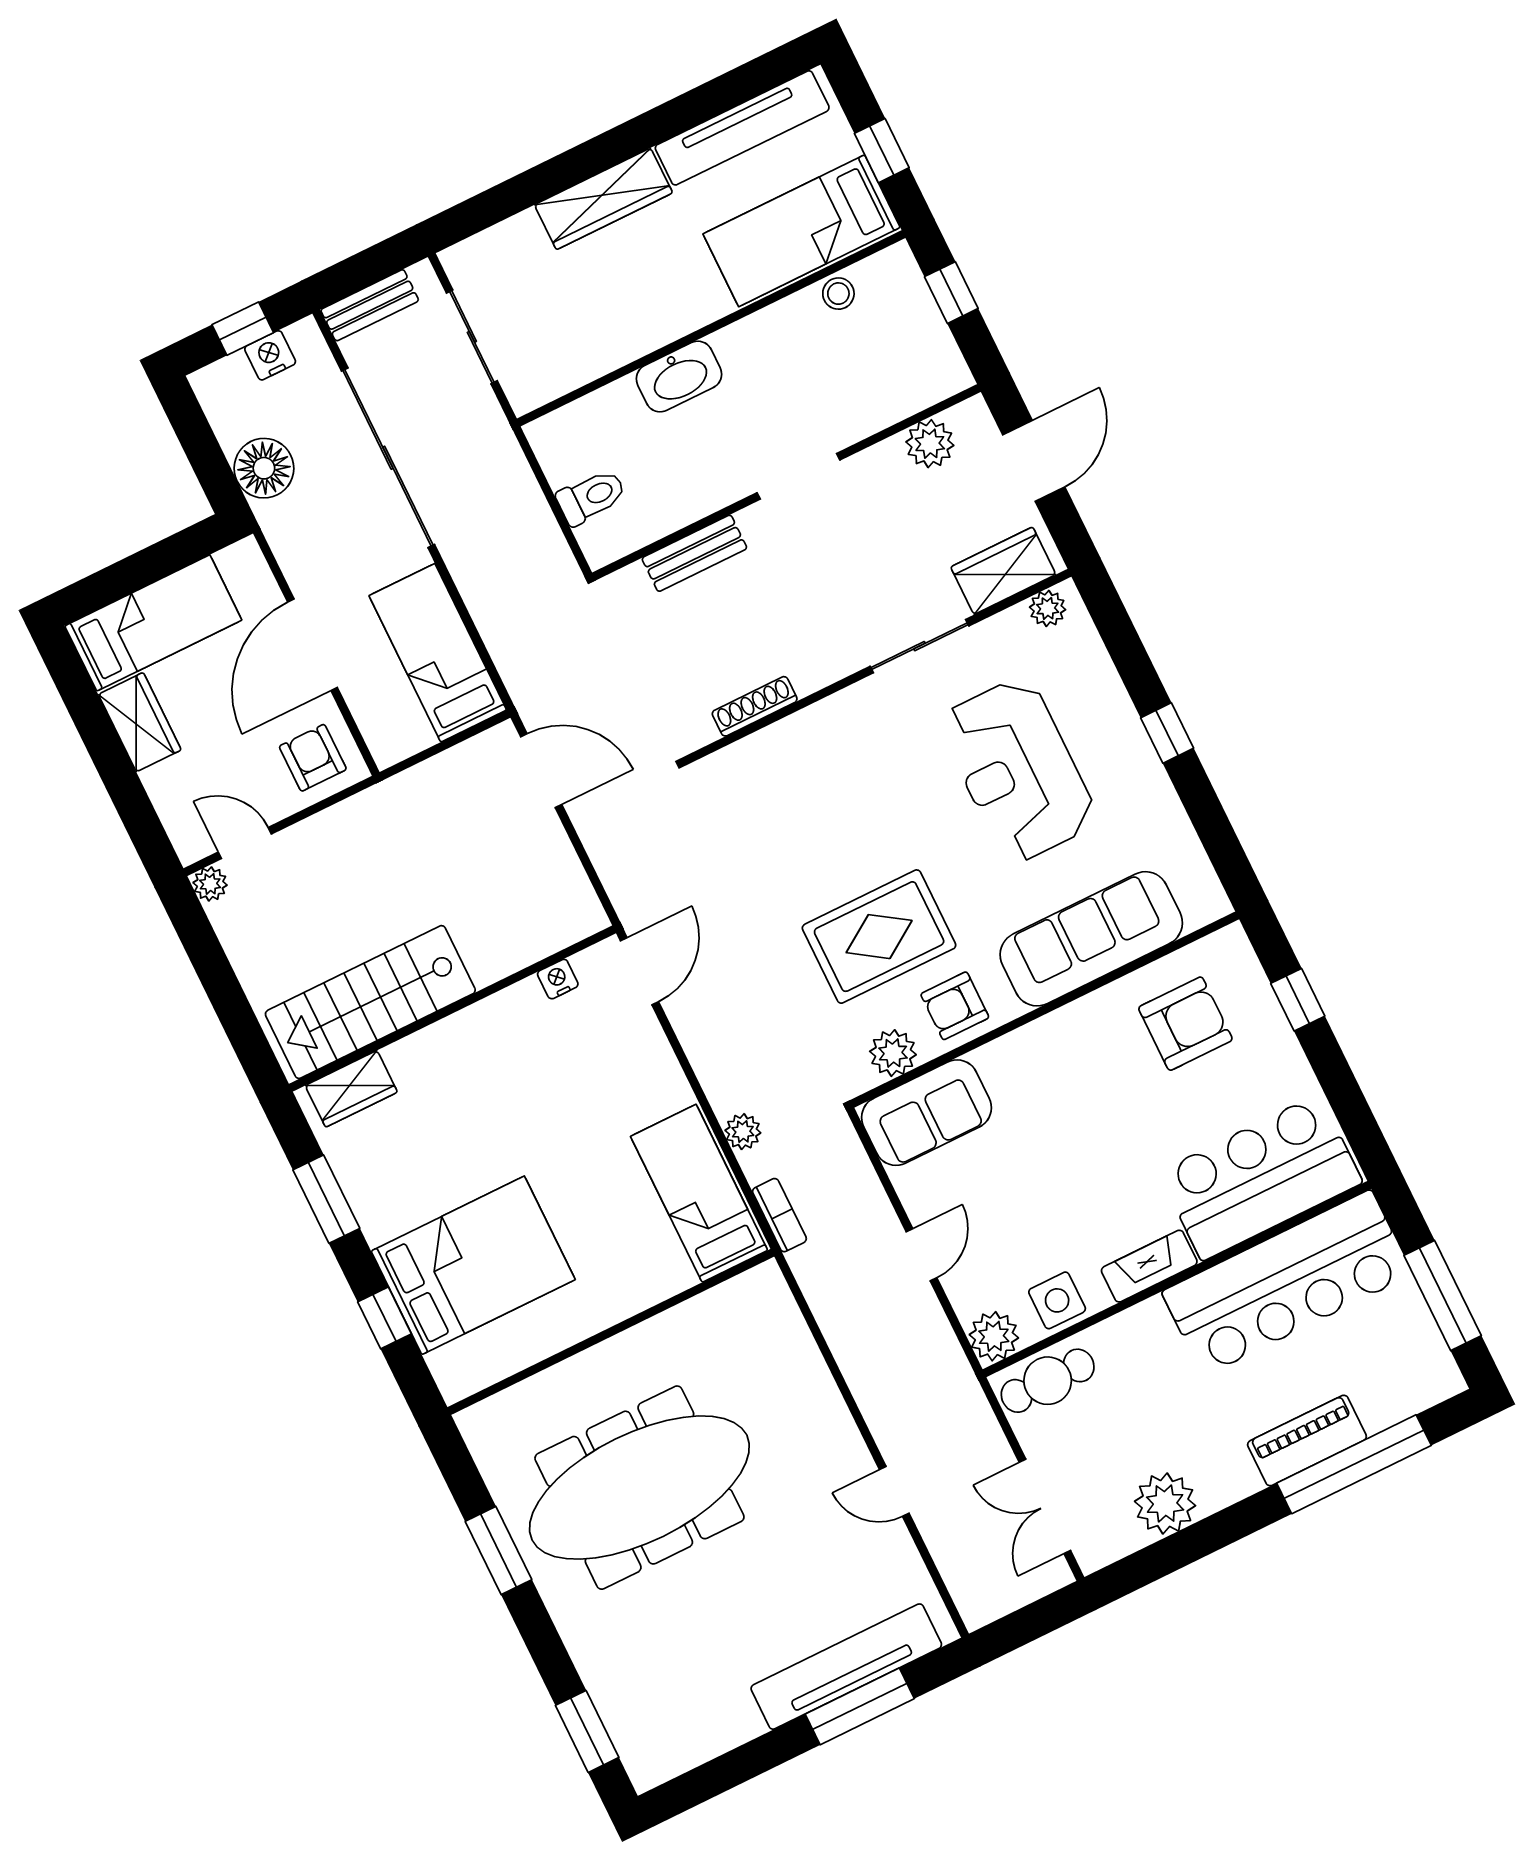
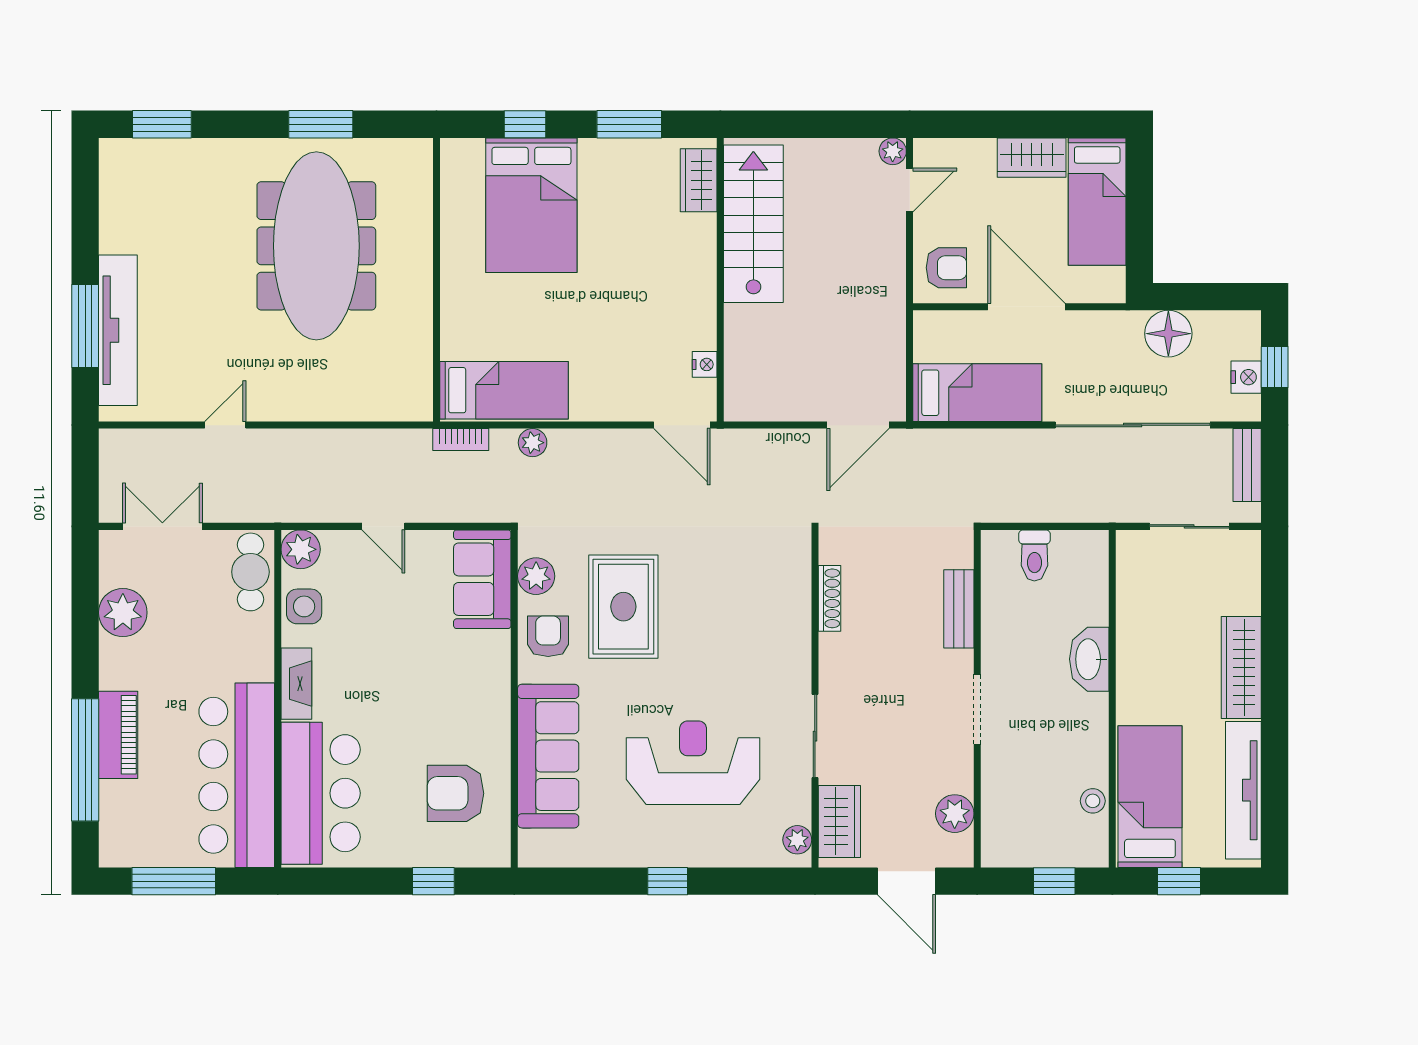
armchair: (1185, 1024) -> (455, 793), turned 90

